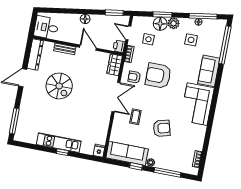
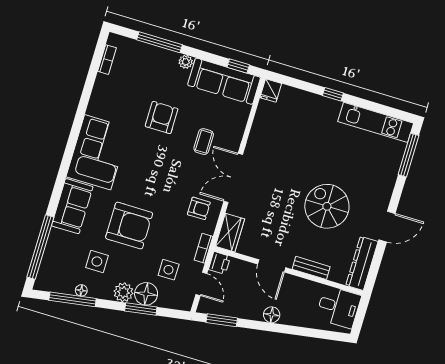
armchair: (158, 76) -> (129, 226), moved
armchair: (162, 128) -> (162, 118), turned 105
kitchen unit: (59, 143) -> (376, 122), moved
window: (136, 166) -> (238, 66), moved

